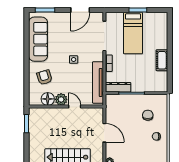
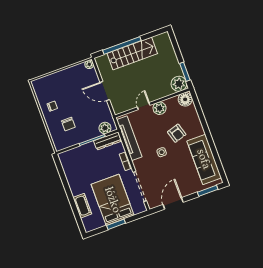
bed: (133, 33) -> (113, 200), width x1.50
cot: (162, 60) -> (82, 206), moved
armchair: (44, 77) -> (177, 133), moved
floor lamp: (48, 99) -> (185, 99), moved
plant: (116, 100) -> (105, 128), added
door: (75, 107) -> (144, 106), swing flipped
plant: (36, 115) -> (179, 84), added

